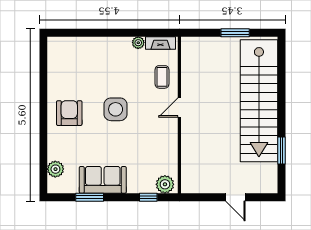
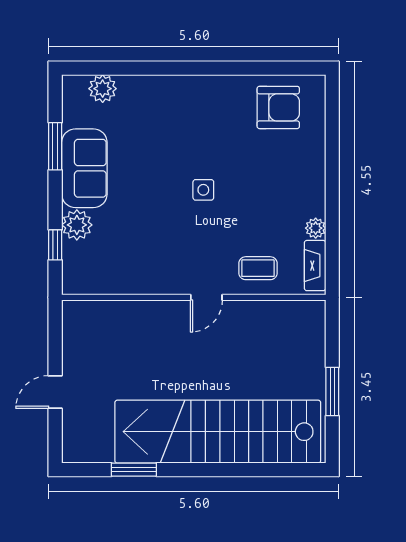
door: (179, 107) -> (206, 297), swing flipped
side table: (116, 109) -> (203, 190), width x0.54, depth x0.54
armchair: (69, 113) -> (278, 107), moved
plant: (165, 184) -> (77, 225), moved

